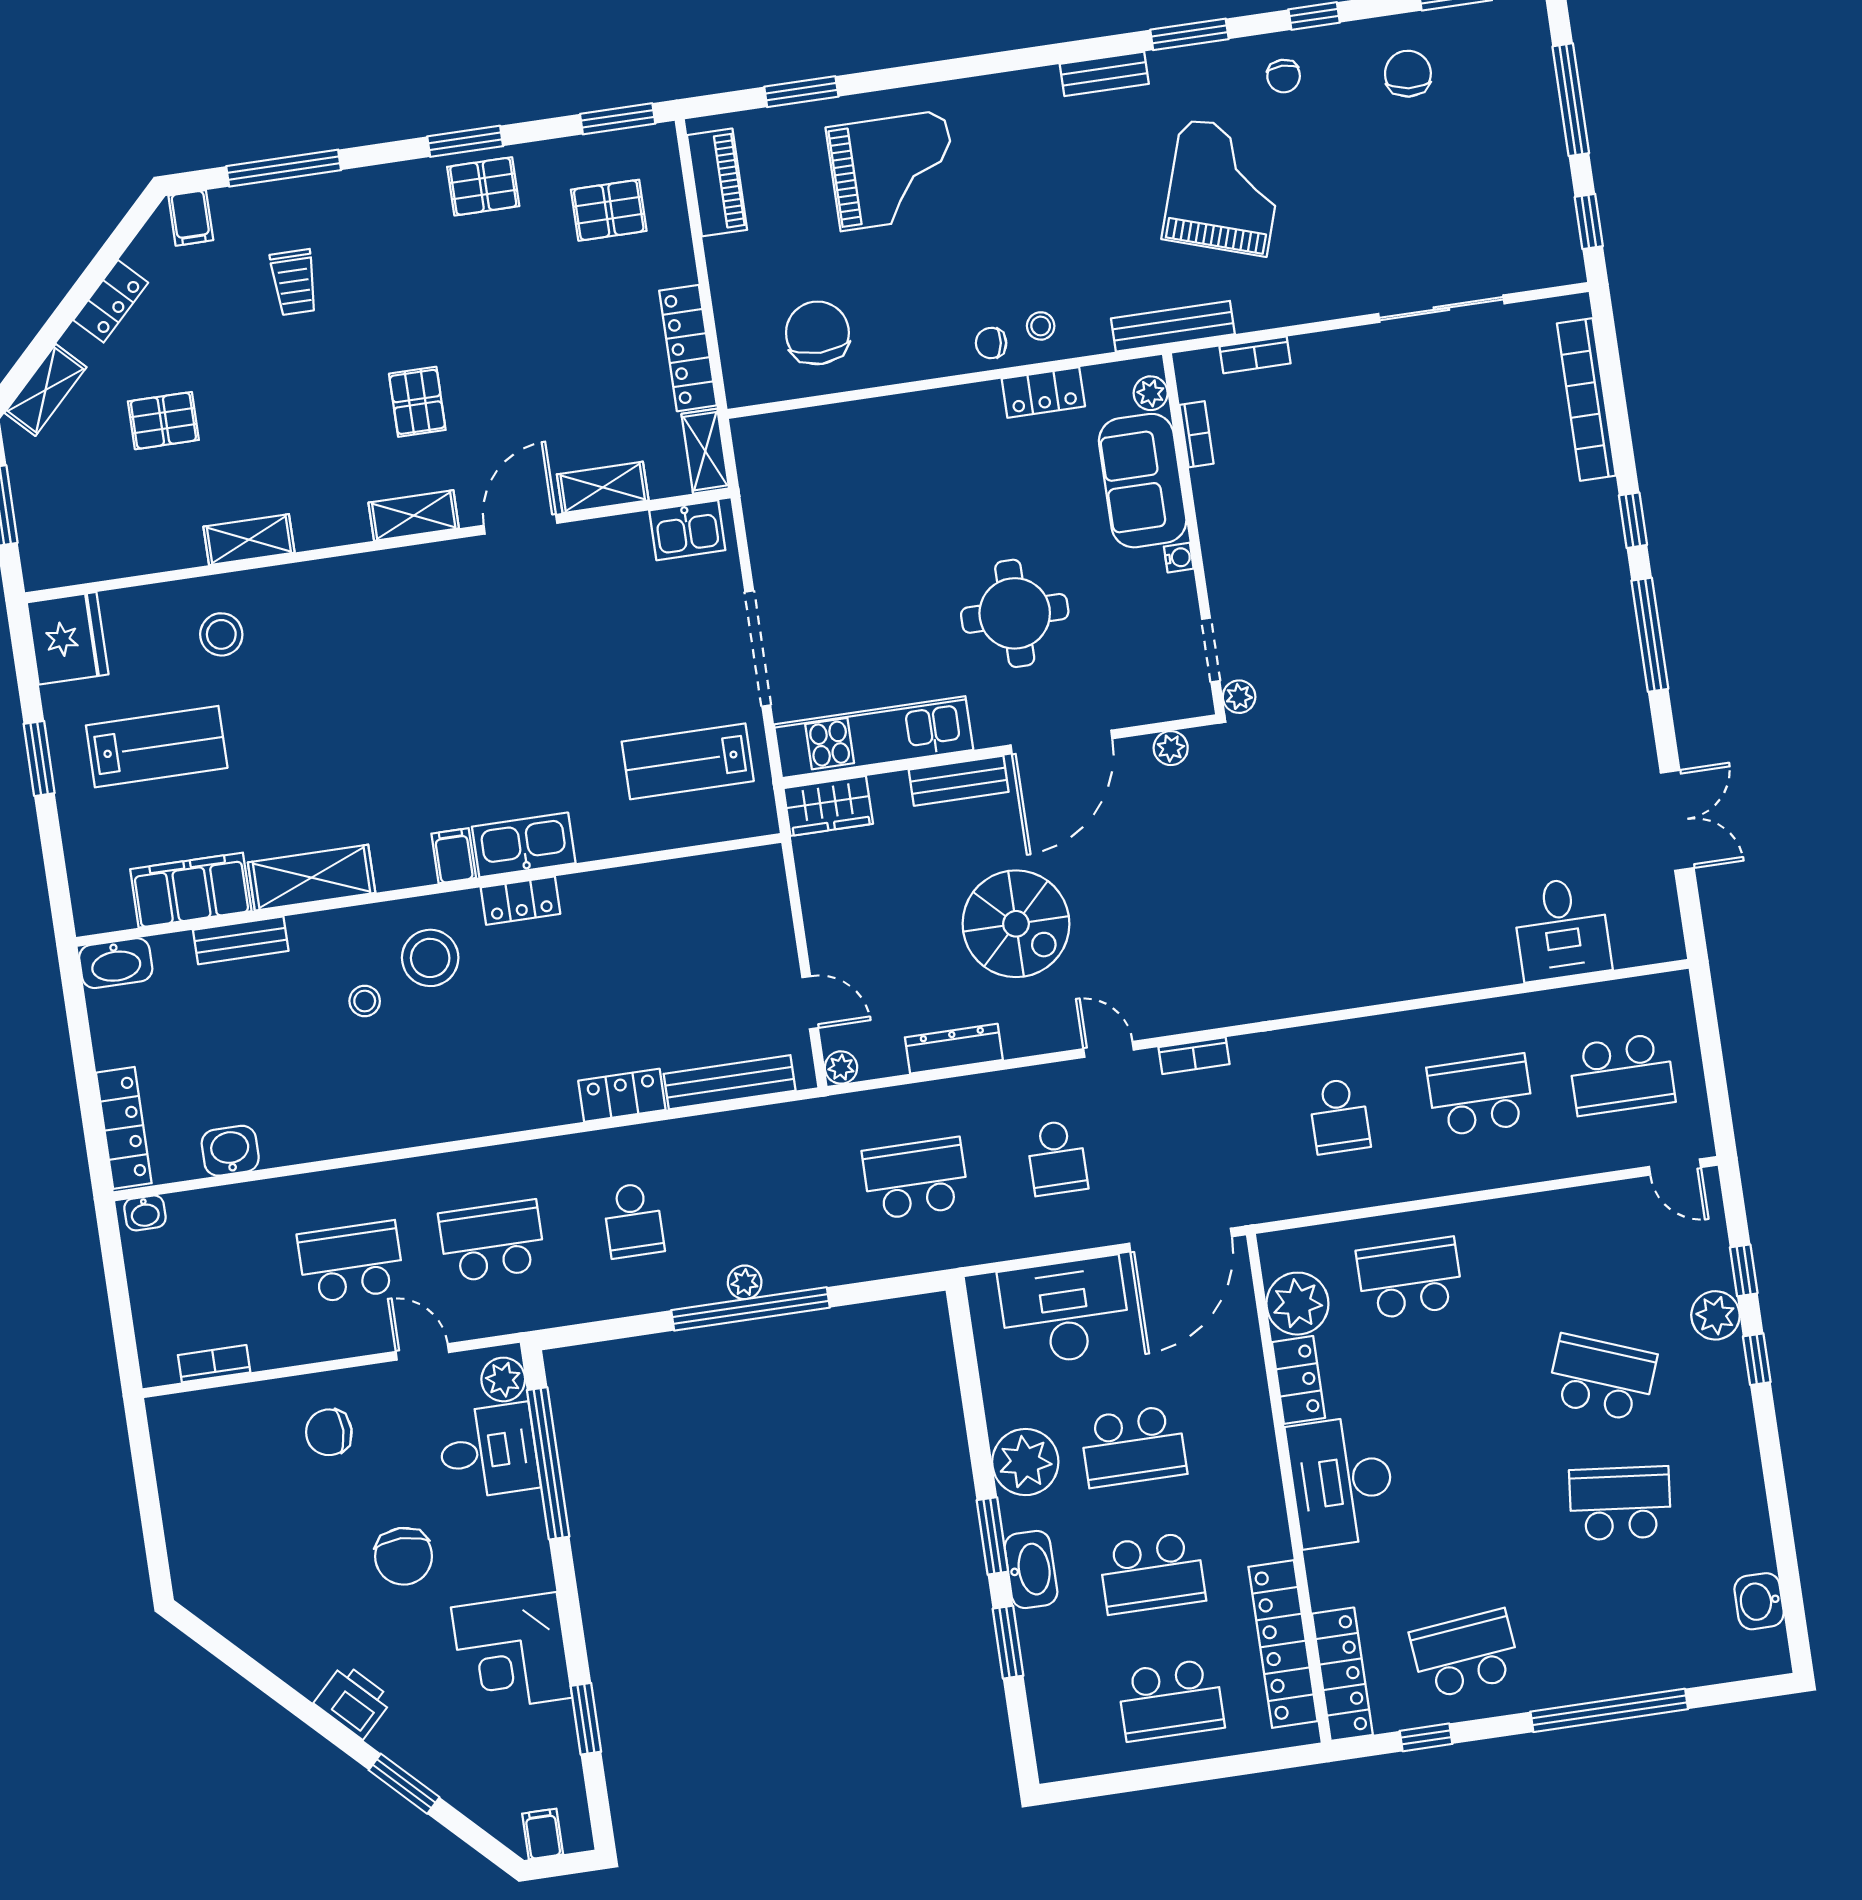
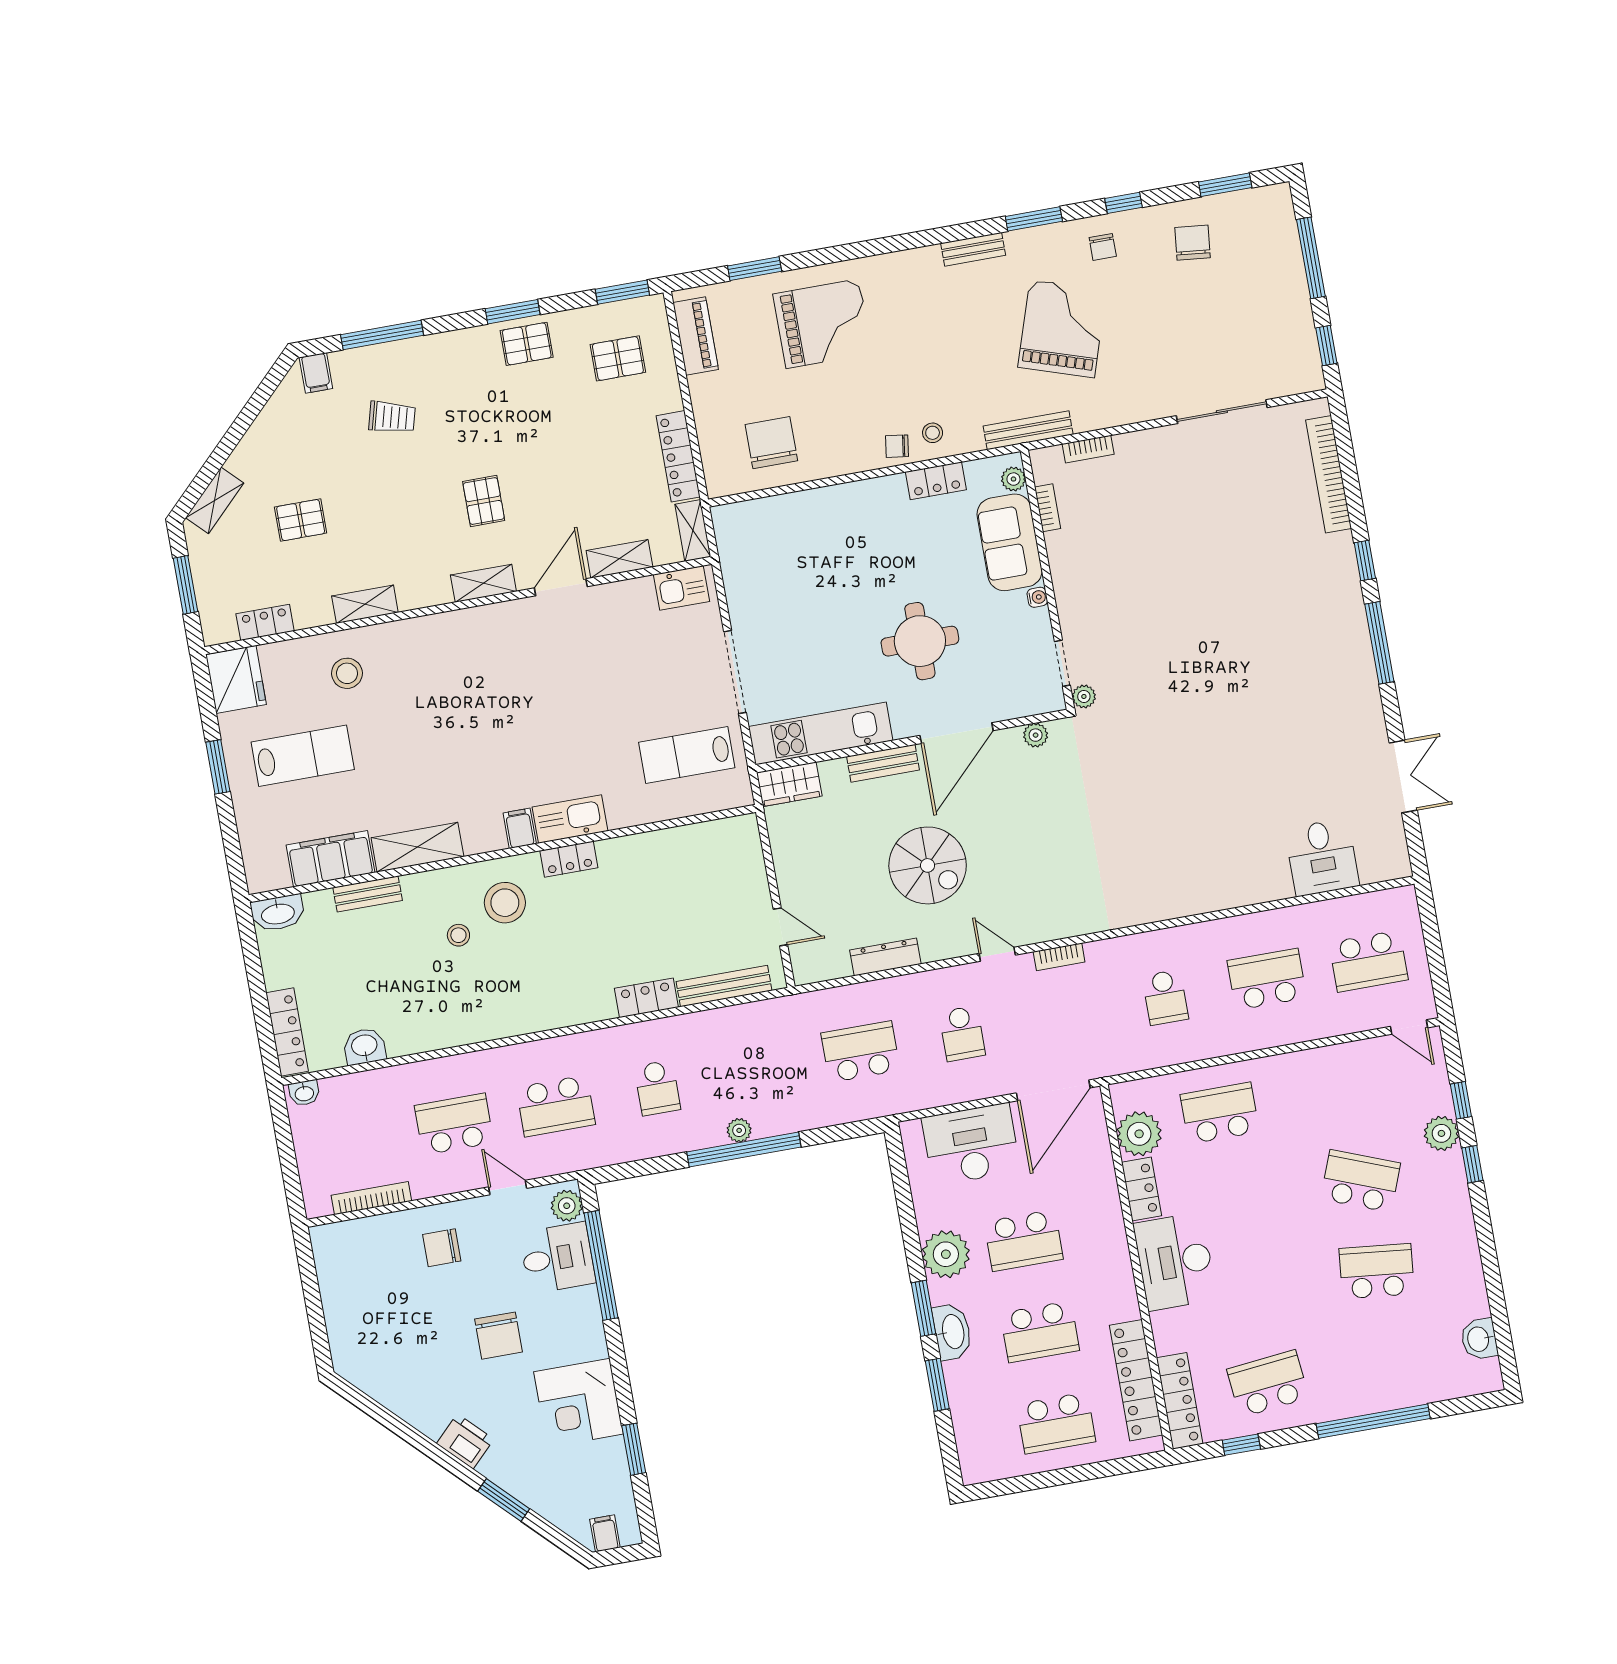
trolley: (294, 282) -> (392, 417), turned -75
locker: (111, 301) -> (265, 622), moved, turned -135
plant: (841, 1068) -> (804, 973), removed
school desk: (492, 1241) -> (556, 1106), turned 180
bookcase: (214, 1364) -> (371, 1198), width x1.56

